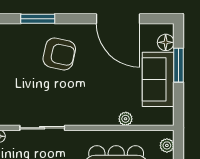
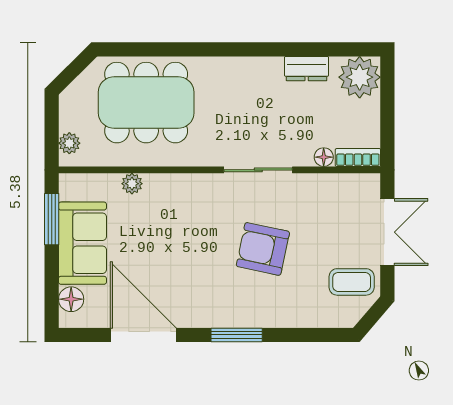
window: (38, 19) -> (237, 335), moved
armchair: (59, 54) -> (263, 249), moved
window: (179, 65) -> (52, 219), moved

